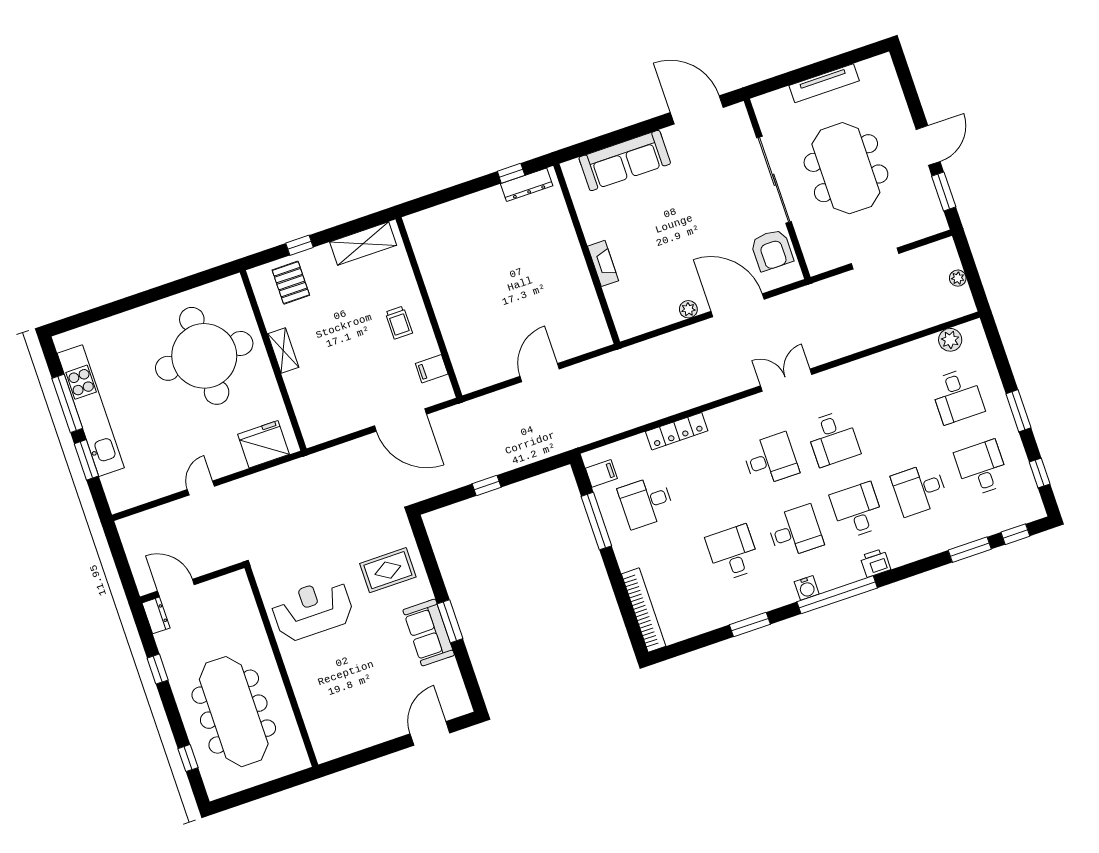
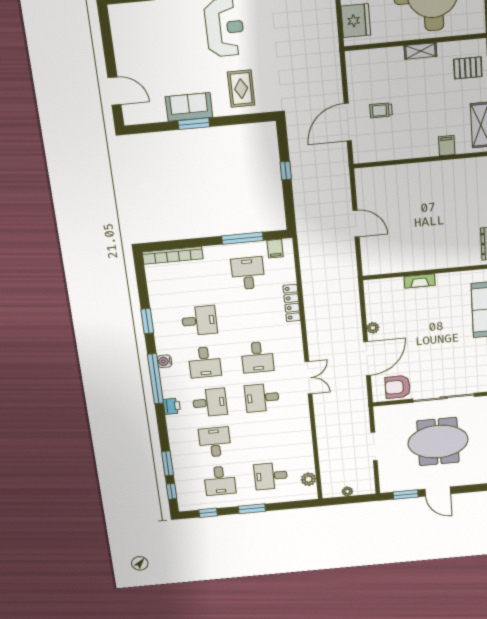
trolley: (399, 323) -> (381, 110), moved
filing cabinet: (432, 369) -> (447, 146), moved
desk: (982, 468) -> (220, 481), turned 90

